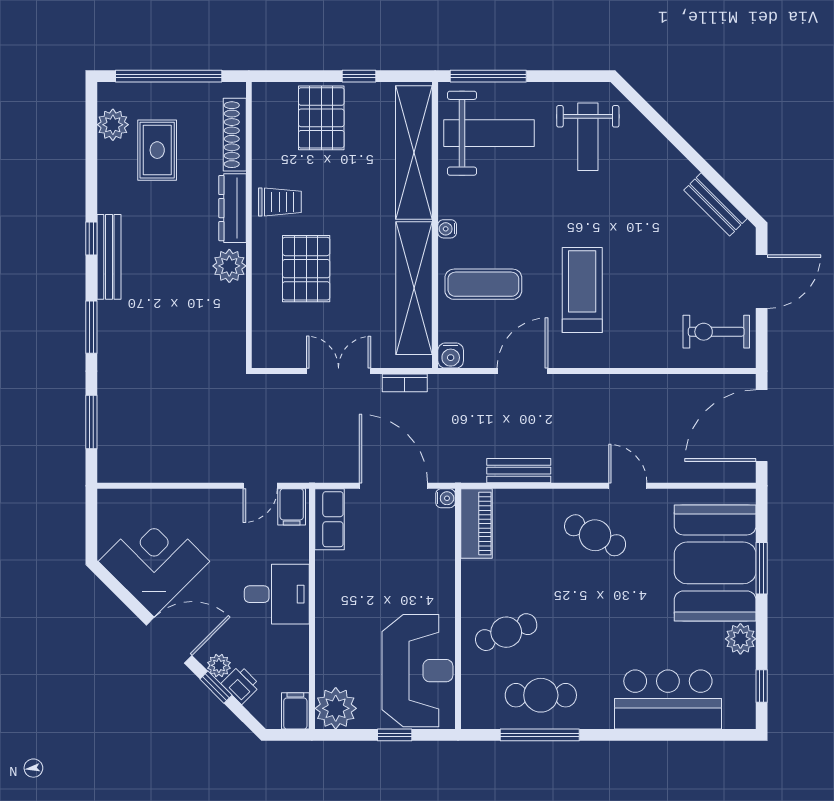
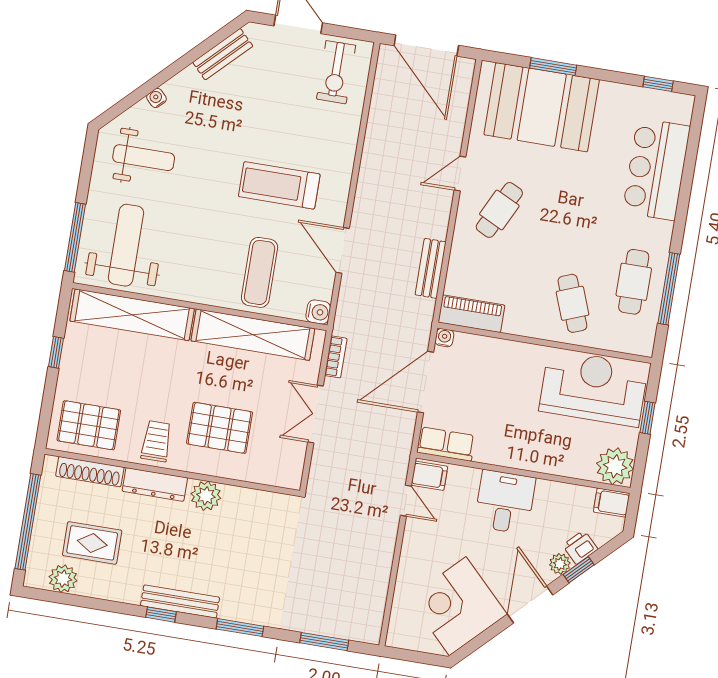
pallet: (321, 118) -> (89, 425), moved
water cooler: (447, 229) -> (157, 98), moved, turned 135
plant: (740, 639) -> (613, 96), removed

